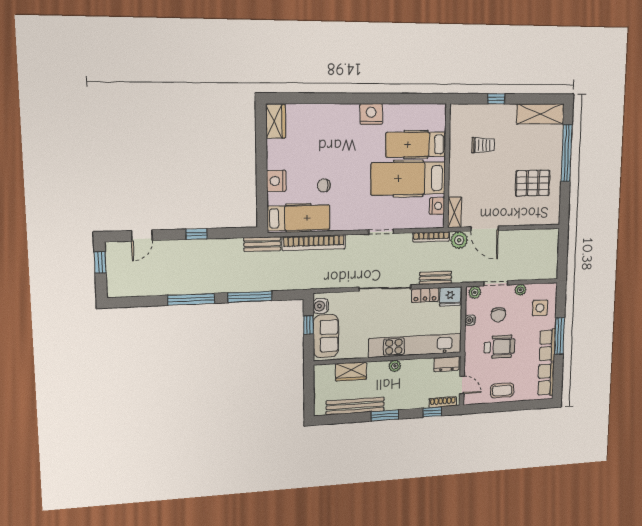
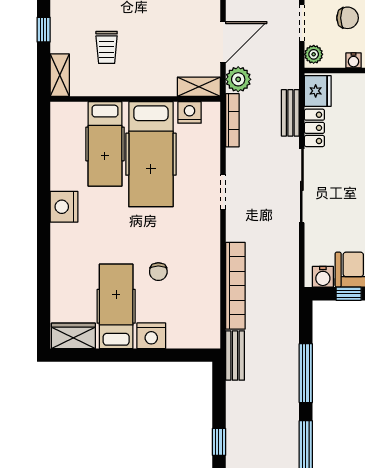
shelving: (465, 111) -> (60, 75), added
trolley: (483, 145) -> (107, 47), turned 180
hospital bed: (299, 218) -> (116, 306), moved

